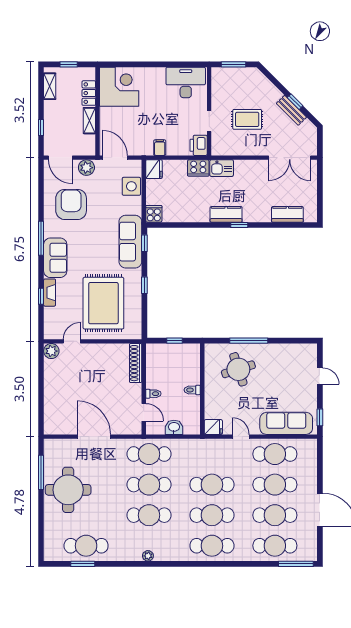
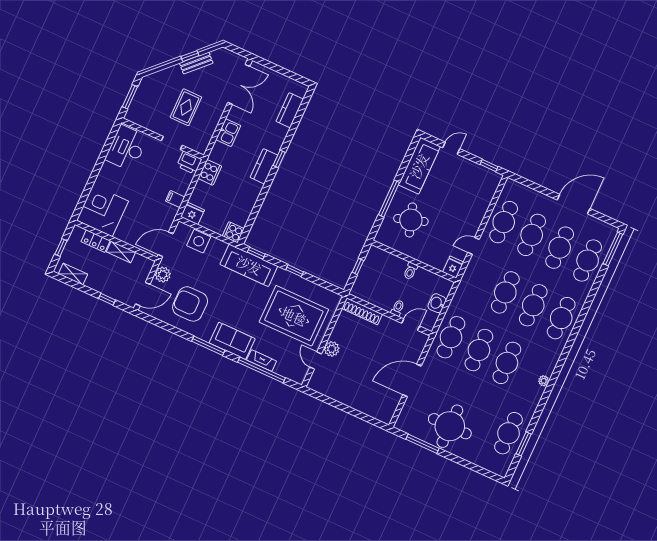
kitchen sink: (222, 168) -> (228, 133), moved
window: (41, 296) -> (261, 370), width x3.17
plant: (51, 351) -> (332, 349), moved
sofa: (286, 423) -> (419, 166), moved, turned 180

